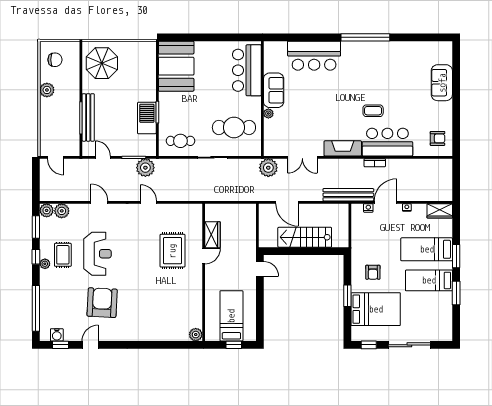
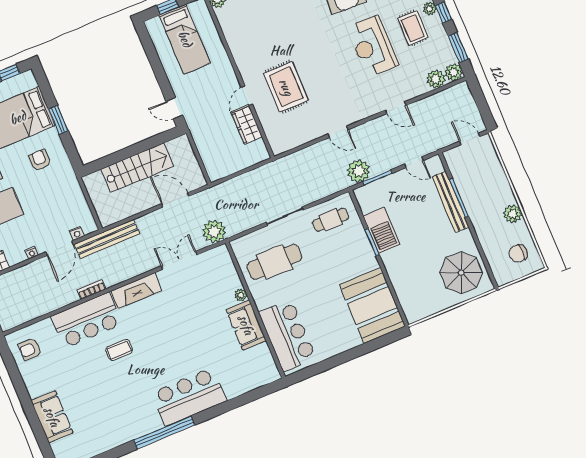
bar counter: (314, 56) -> (189, 397), moved

